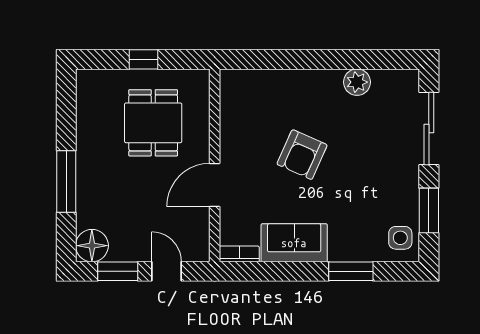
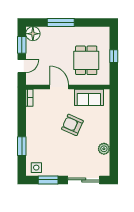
dining table: (153, 123) -> (86, 60), turned 90
sofa: (294, 243) -> (89, 97), moved, turned 90

